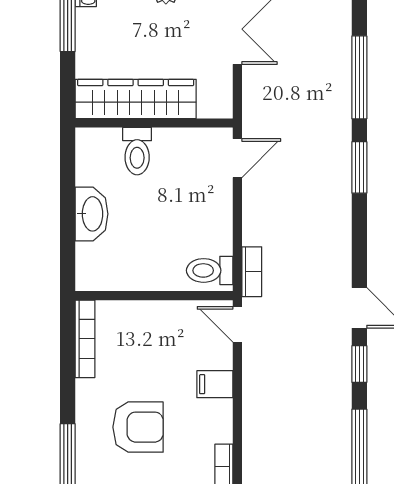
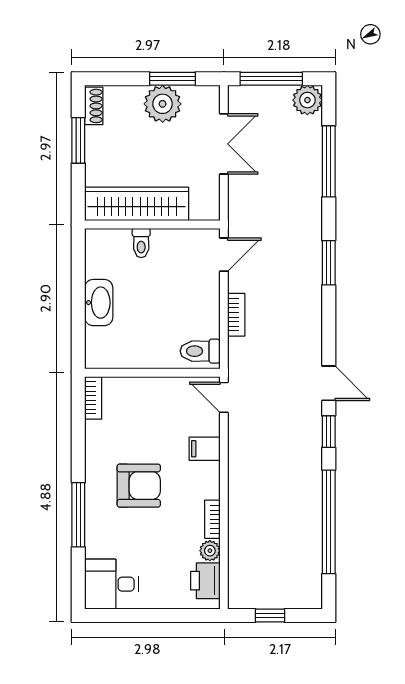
window: (359, 77) -> (329, 161), moved
toilet: (137, 151) -> (141, 243), width x0.73, depth x0.72
bookcase: (252, 272) -> (236, 315), moved
bookcase: (85, 339) -> (93, 398), width x0.64

